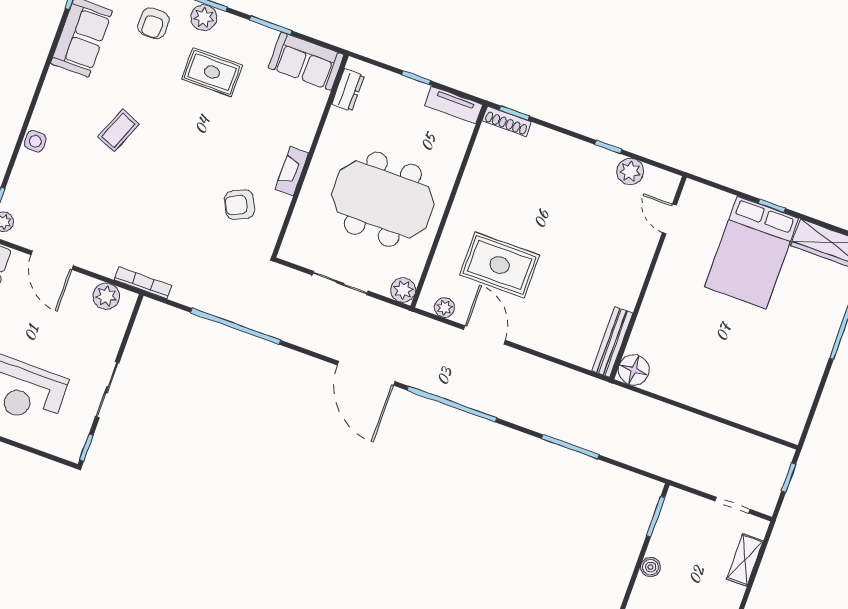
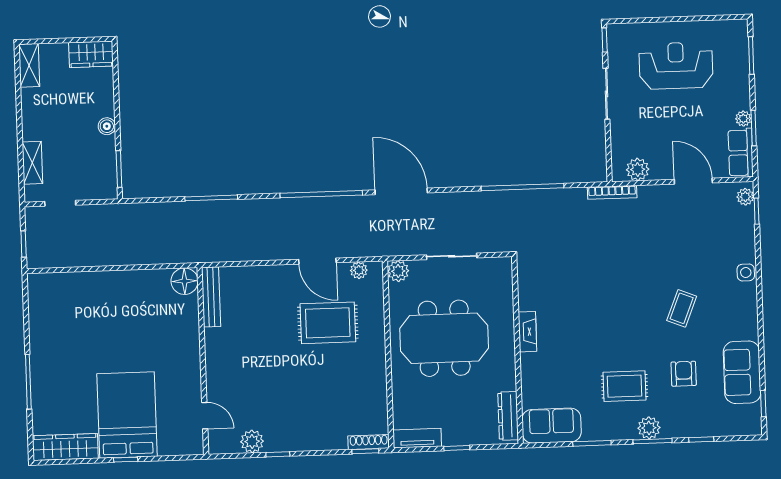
armchair: (153, 23) -> (684, 374), moved
dresser: (348, 90) -> (508, 416), width x1.44
armchair: (240, 205) -> (559, 287), removed

